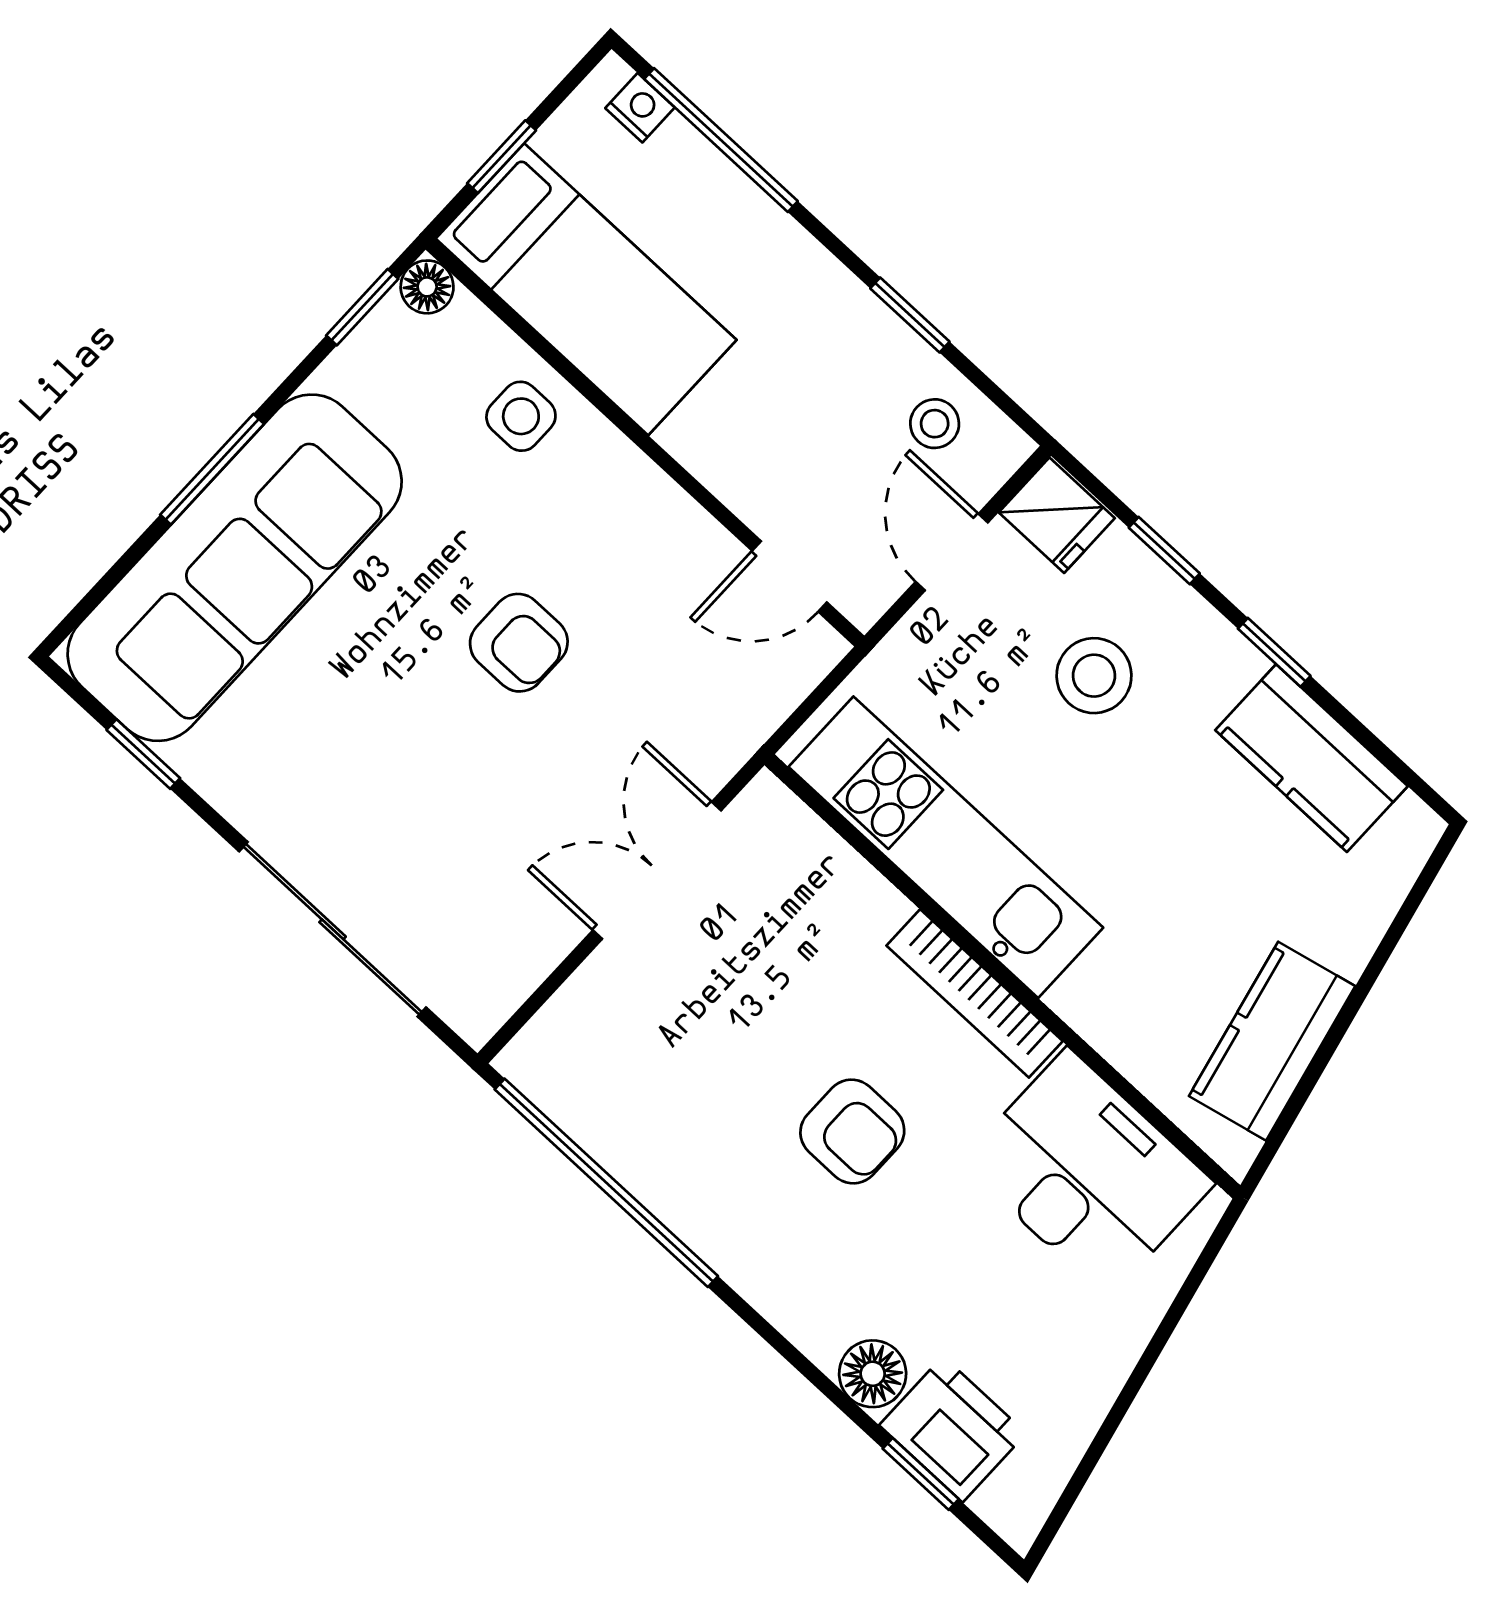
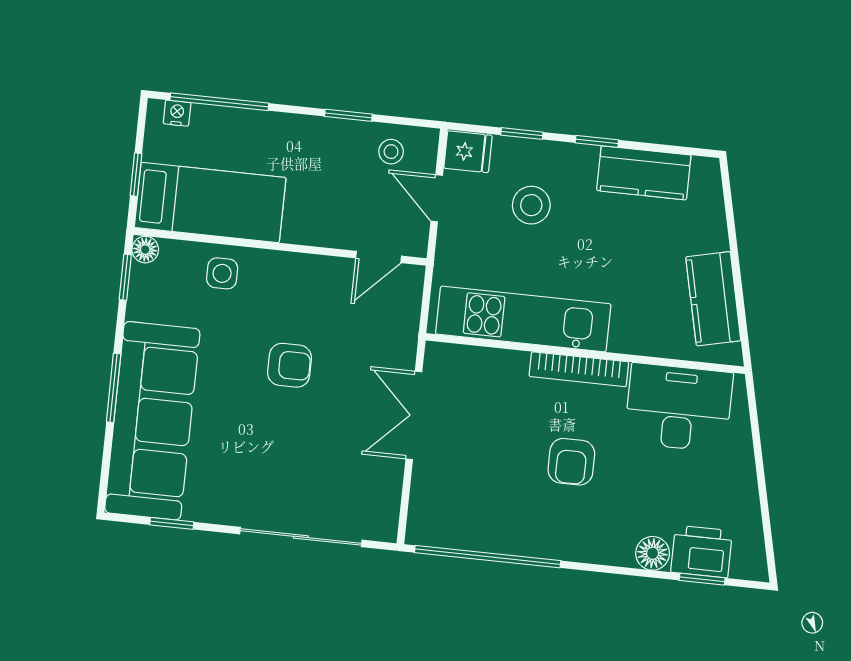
armchair: (852, 1131) -> (571, 462), turned 90

